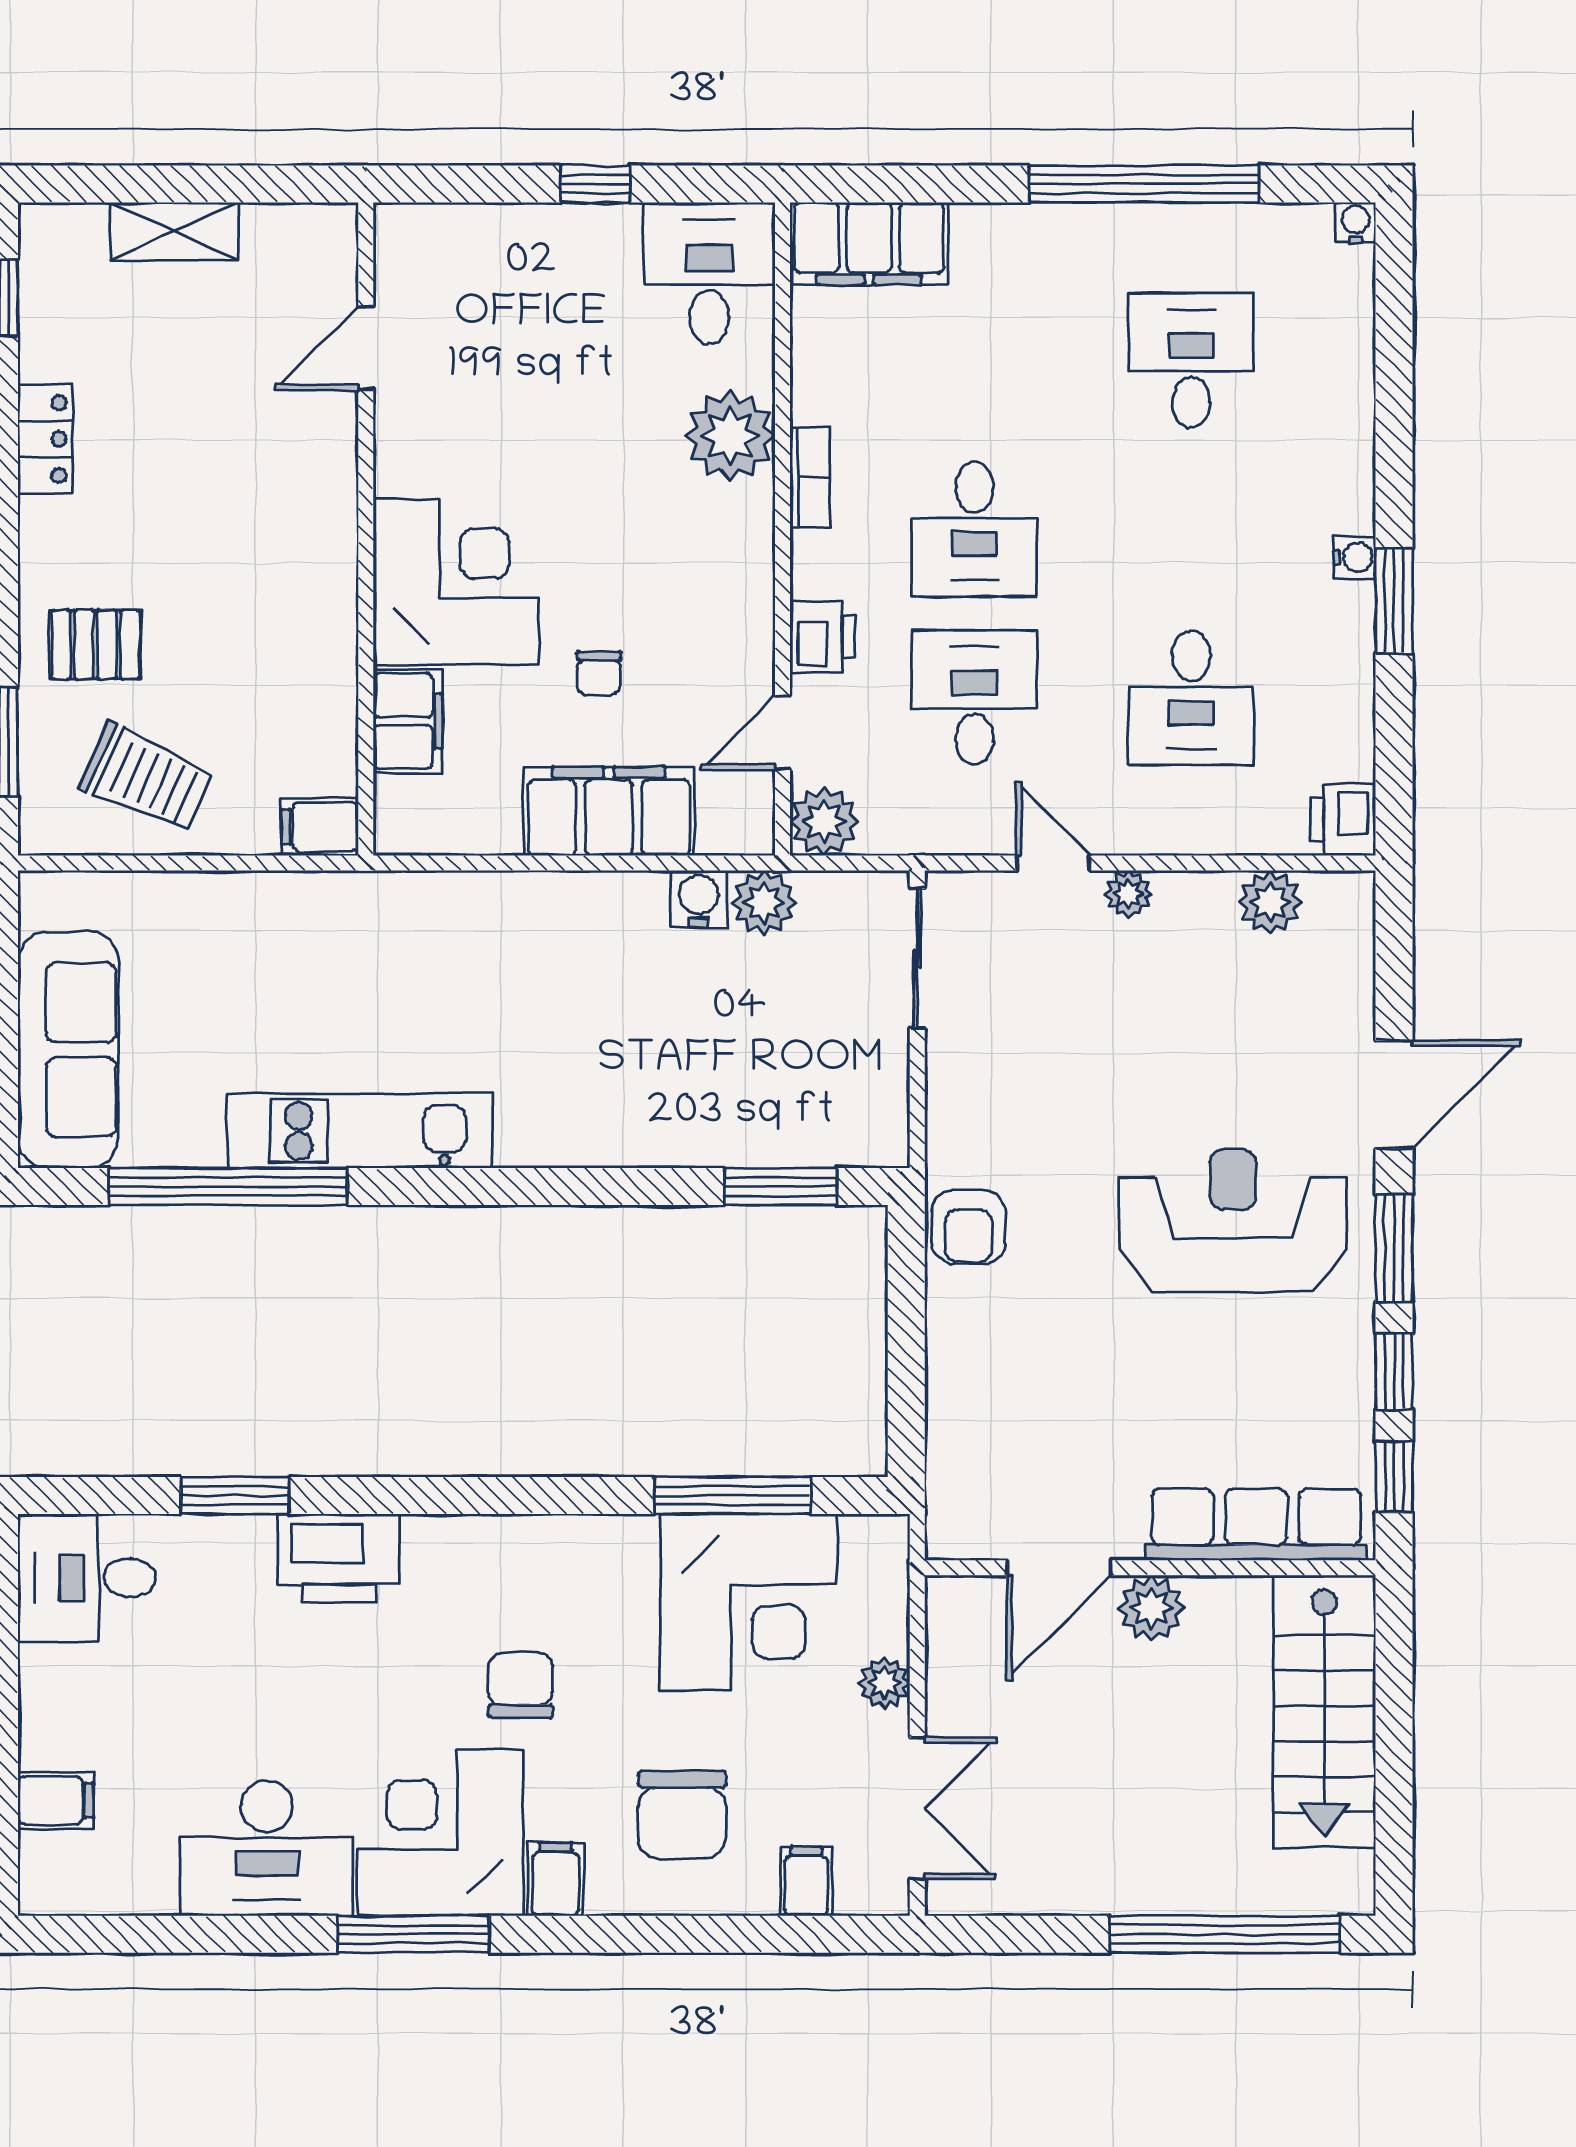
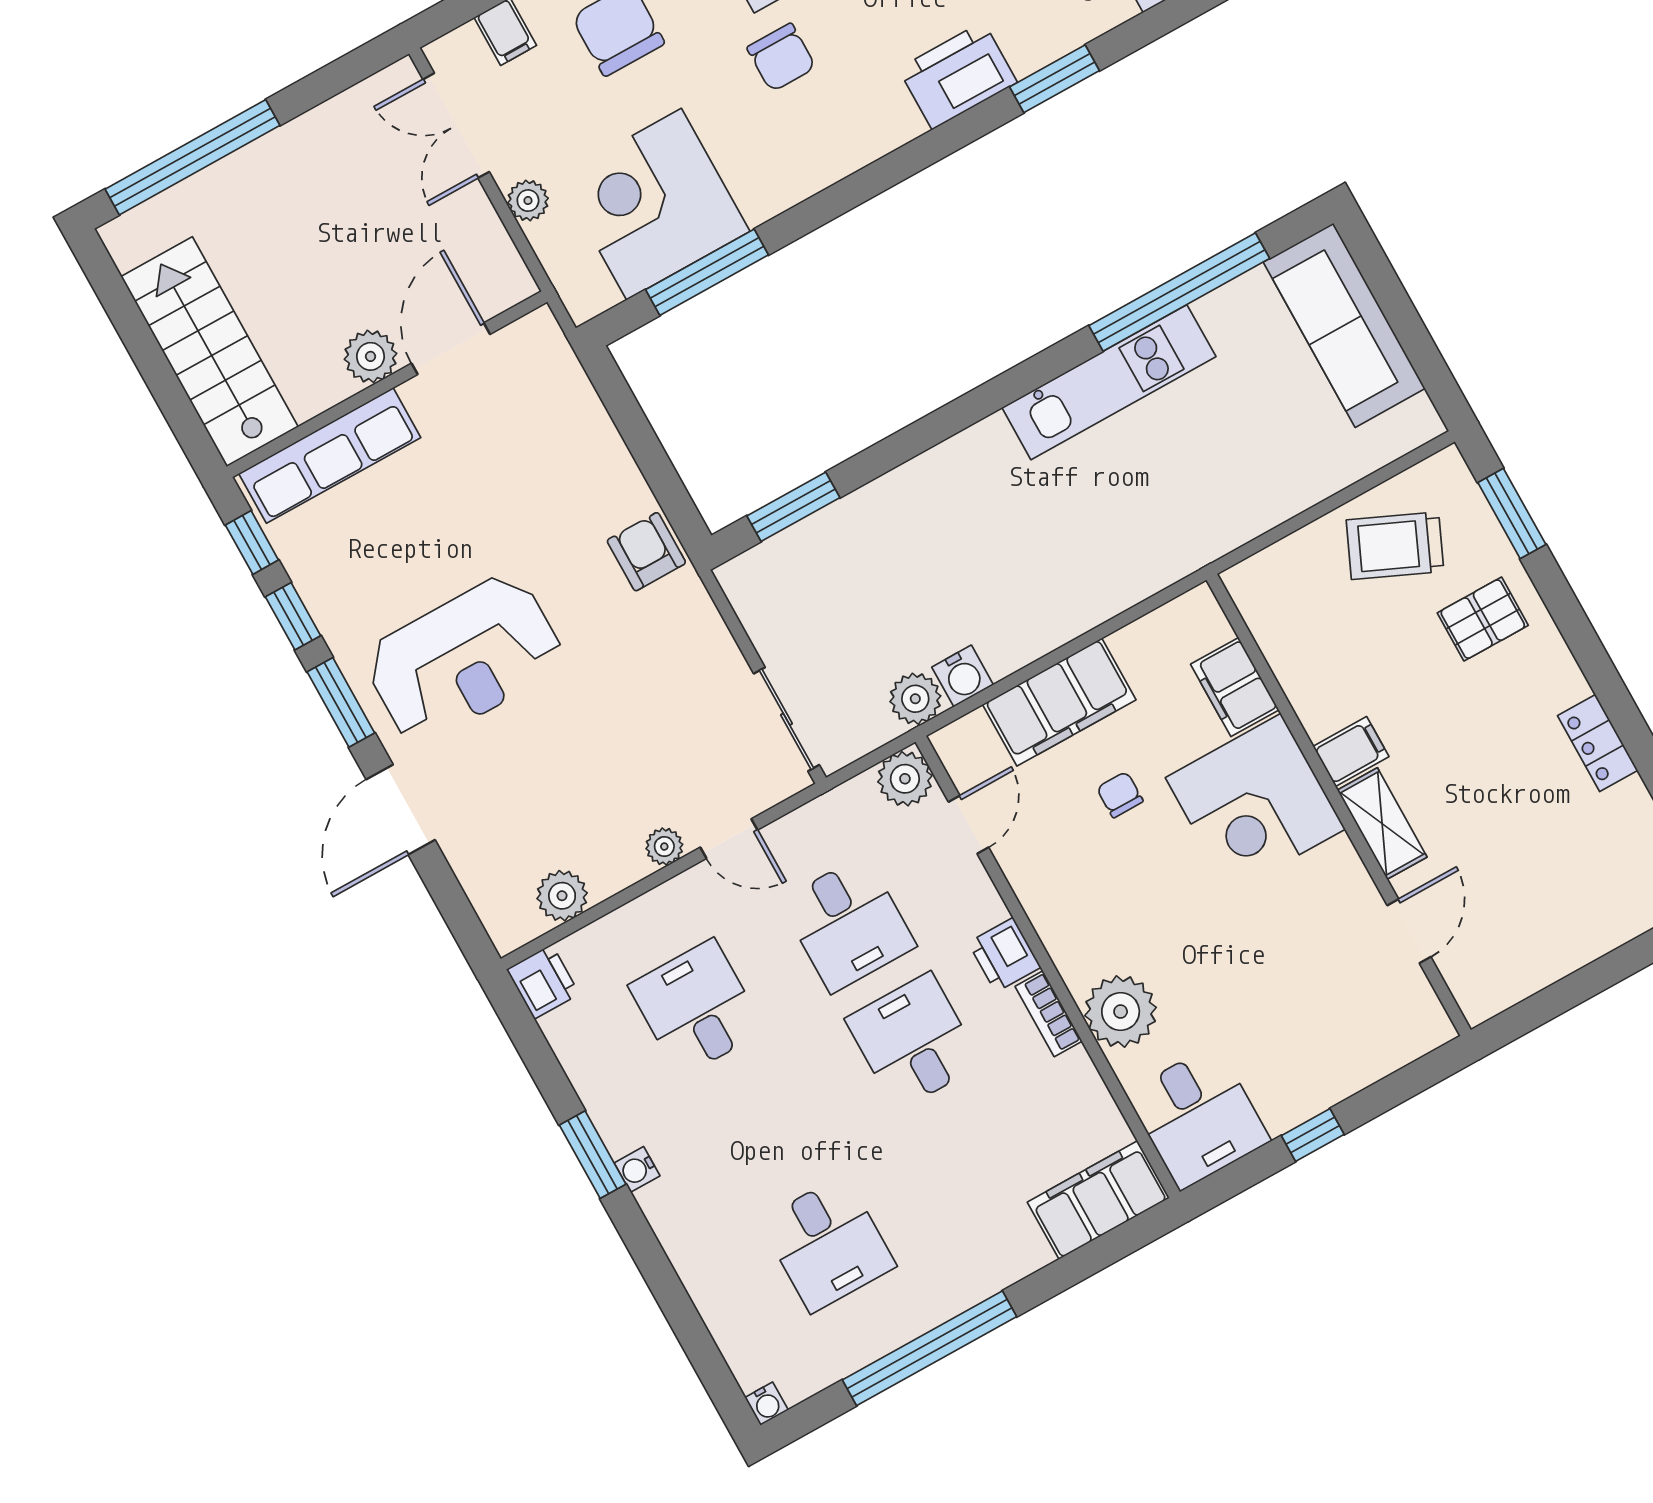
shelving: (174, 231) -> (1382, 824), moved, turned 90
printer: (823, 637) -> (1004, 955), moved
filing cabinet: (320, 827) -> (1351, 751), moved

